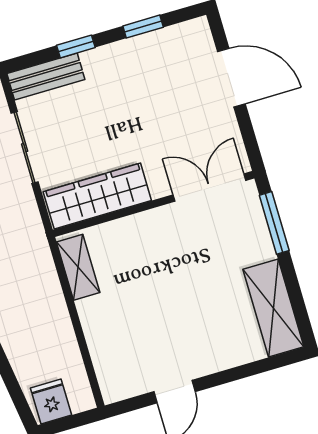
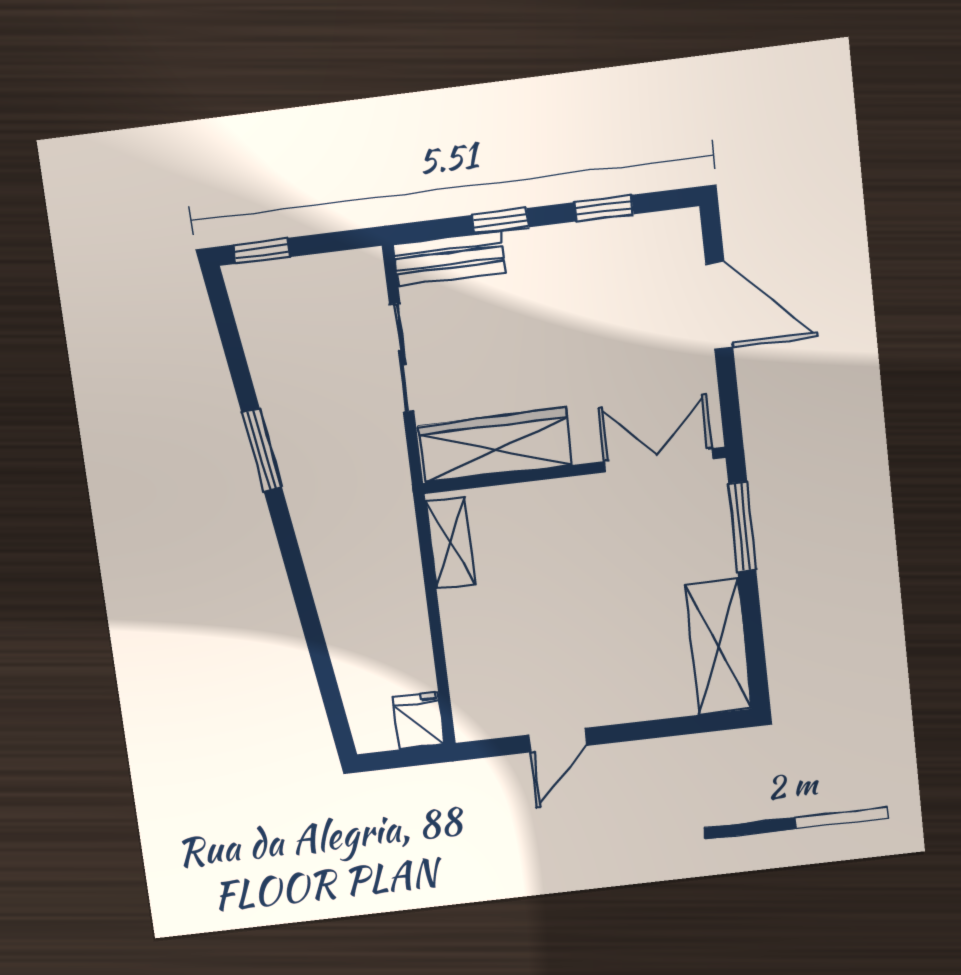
fridge: (51, 402) -> (419, 720), moved

